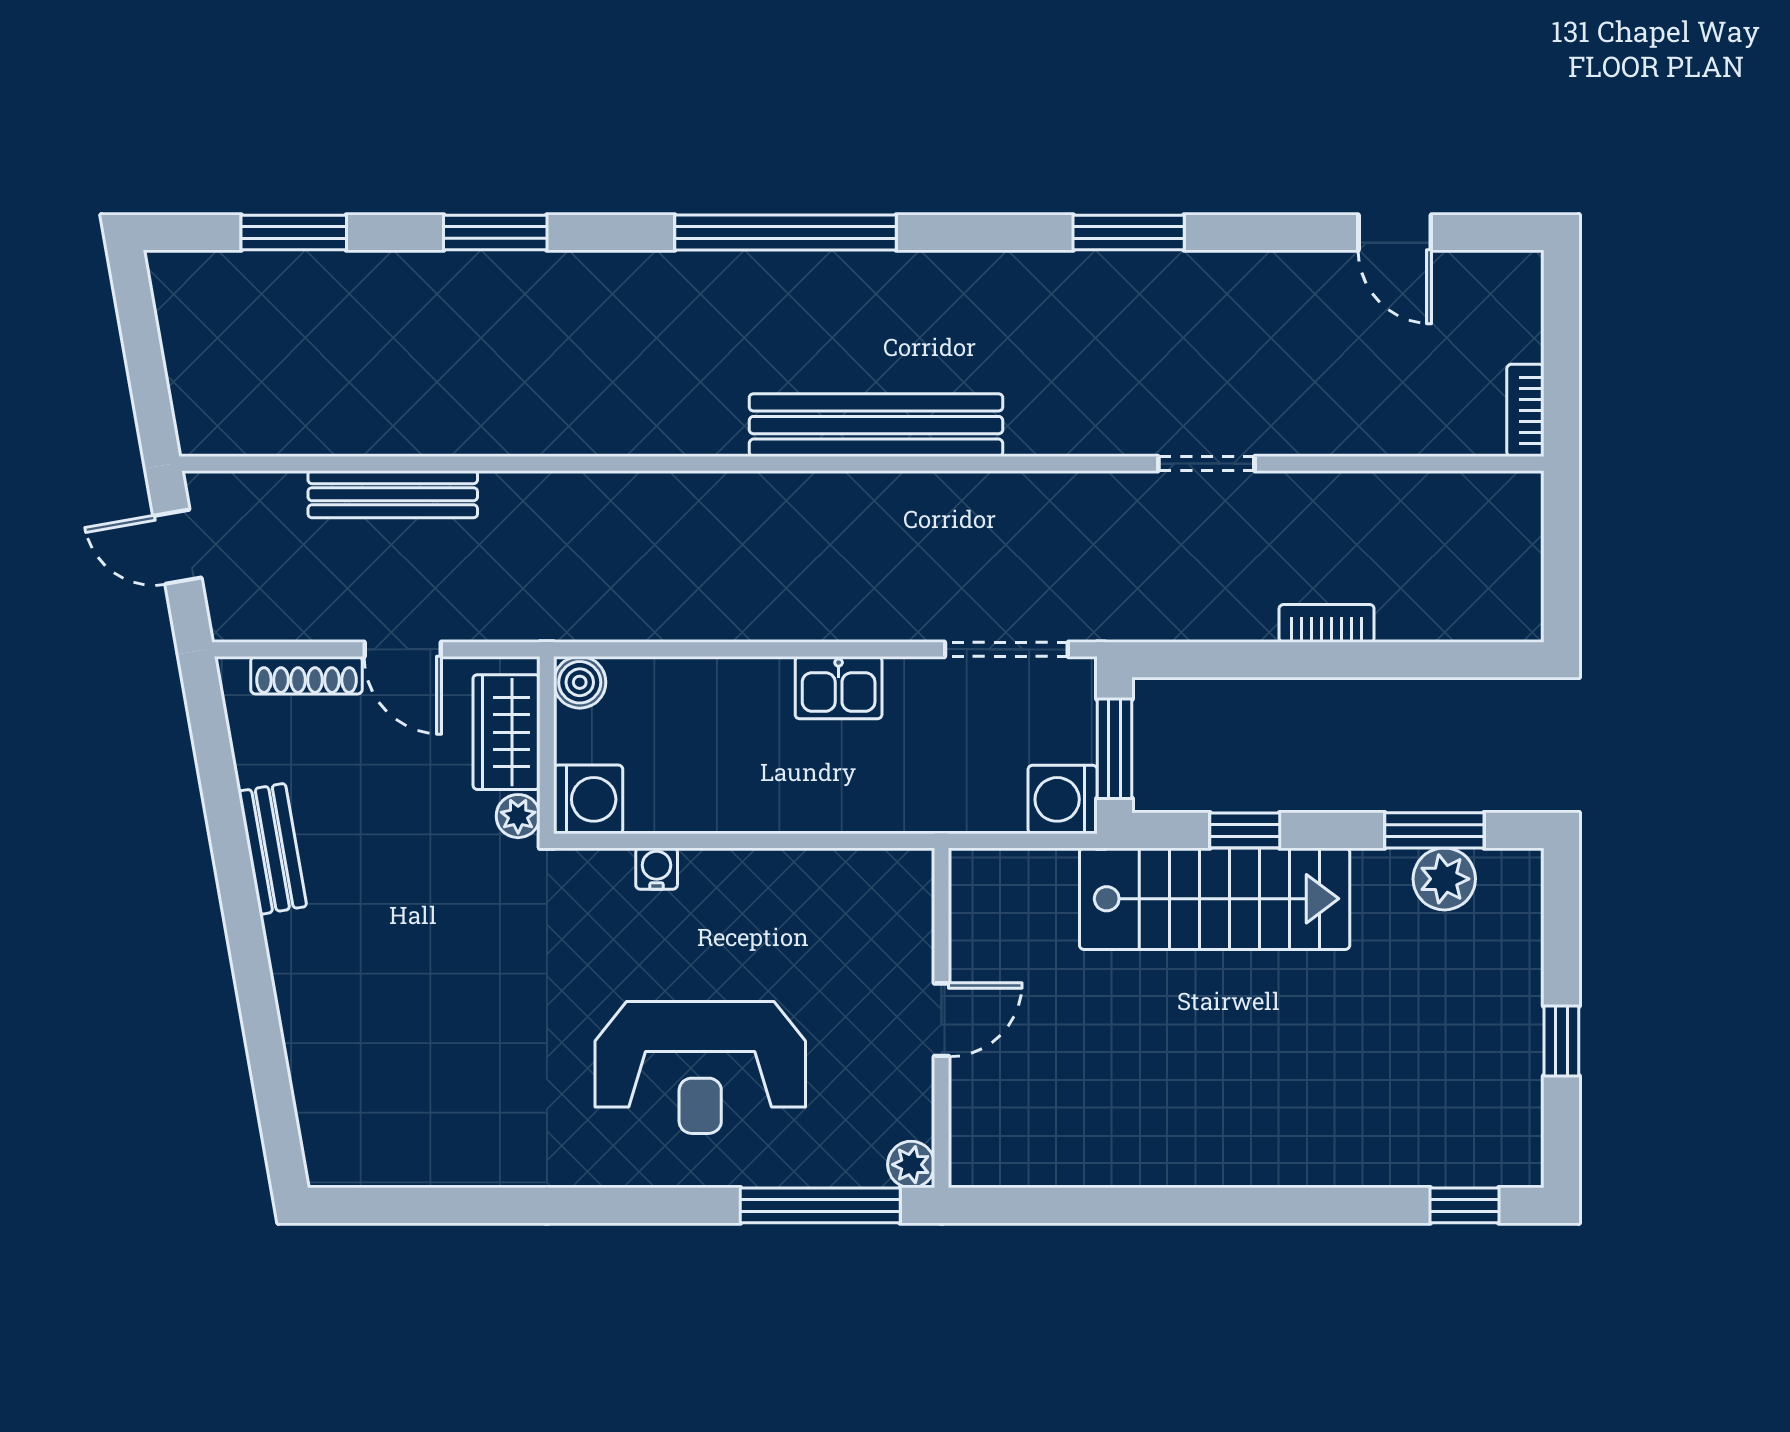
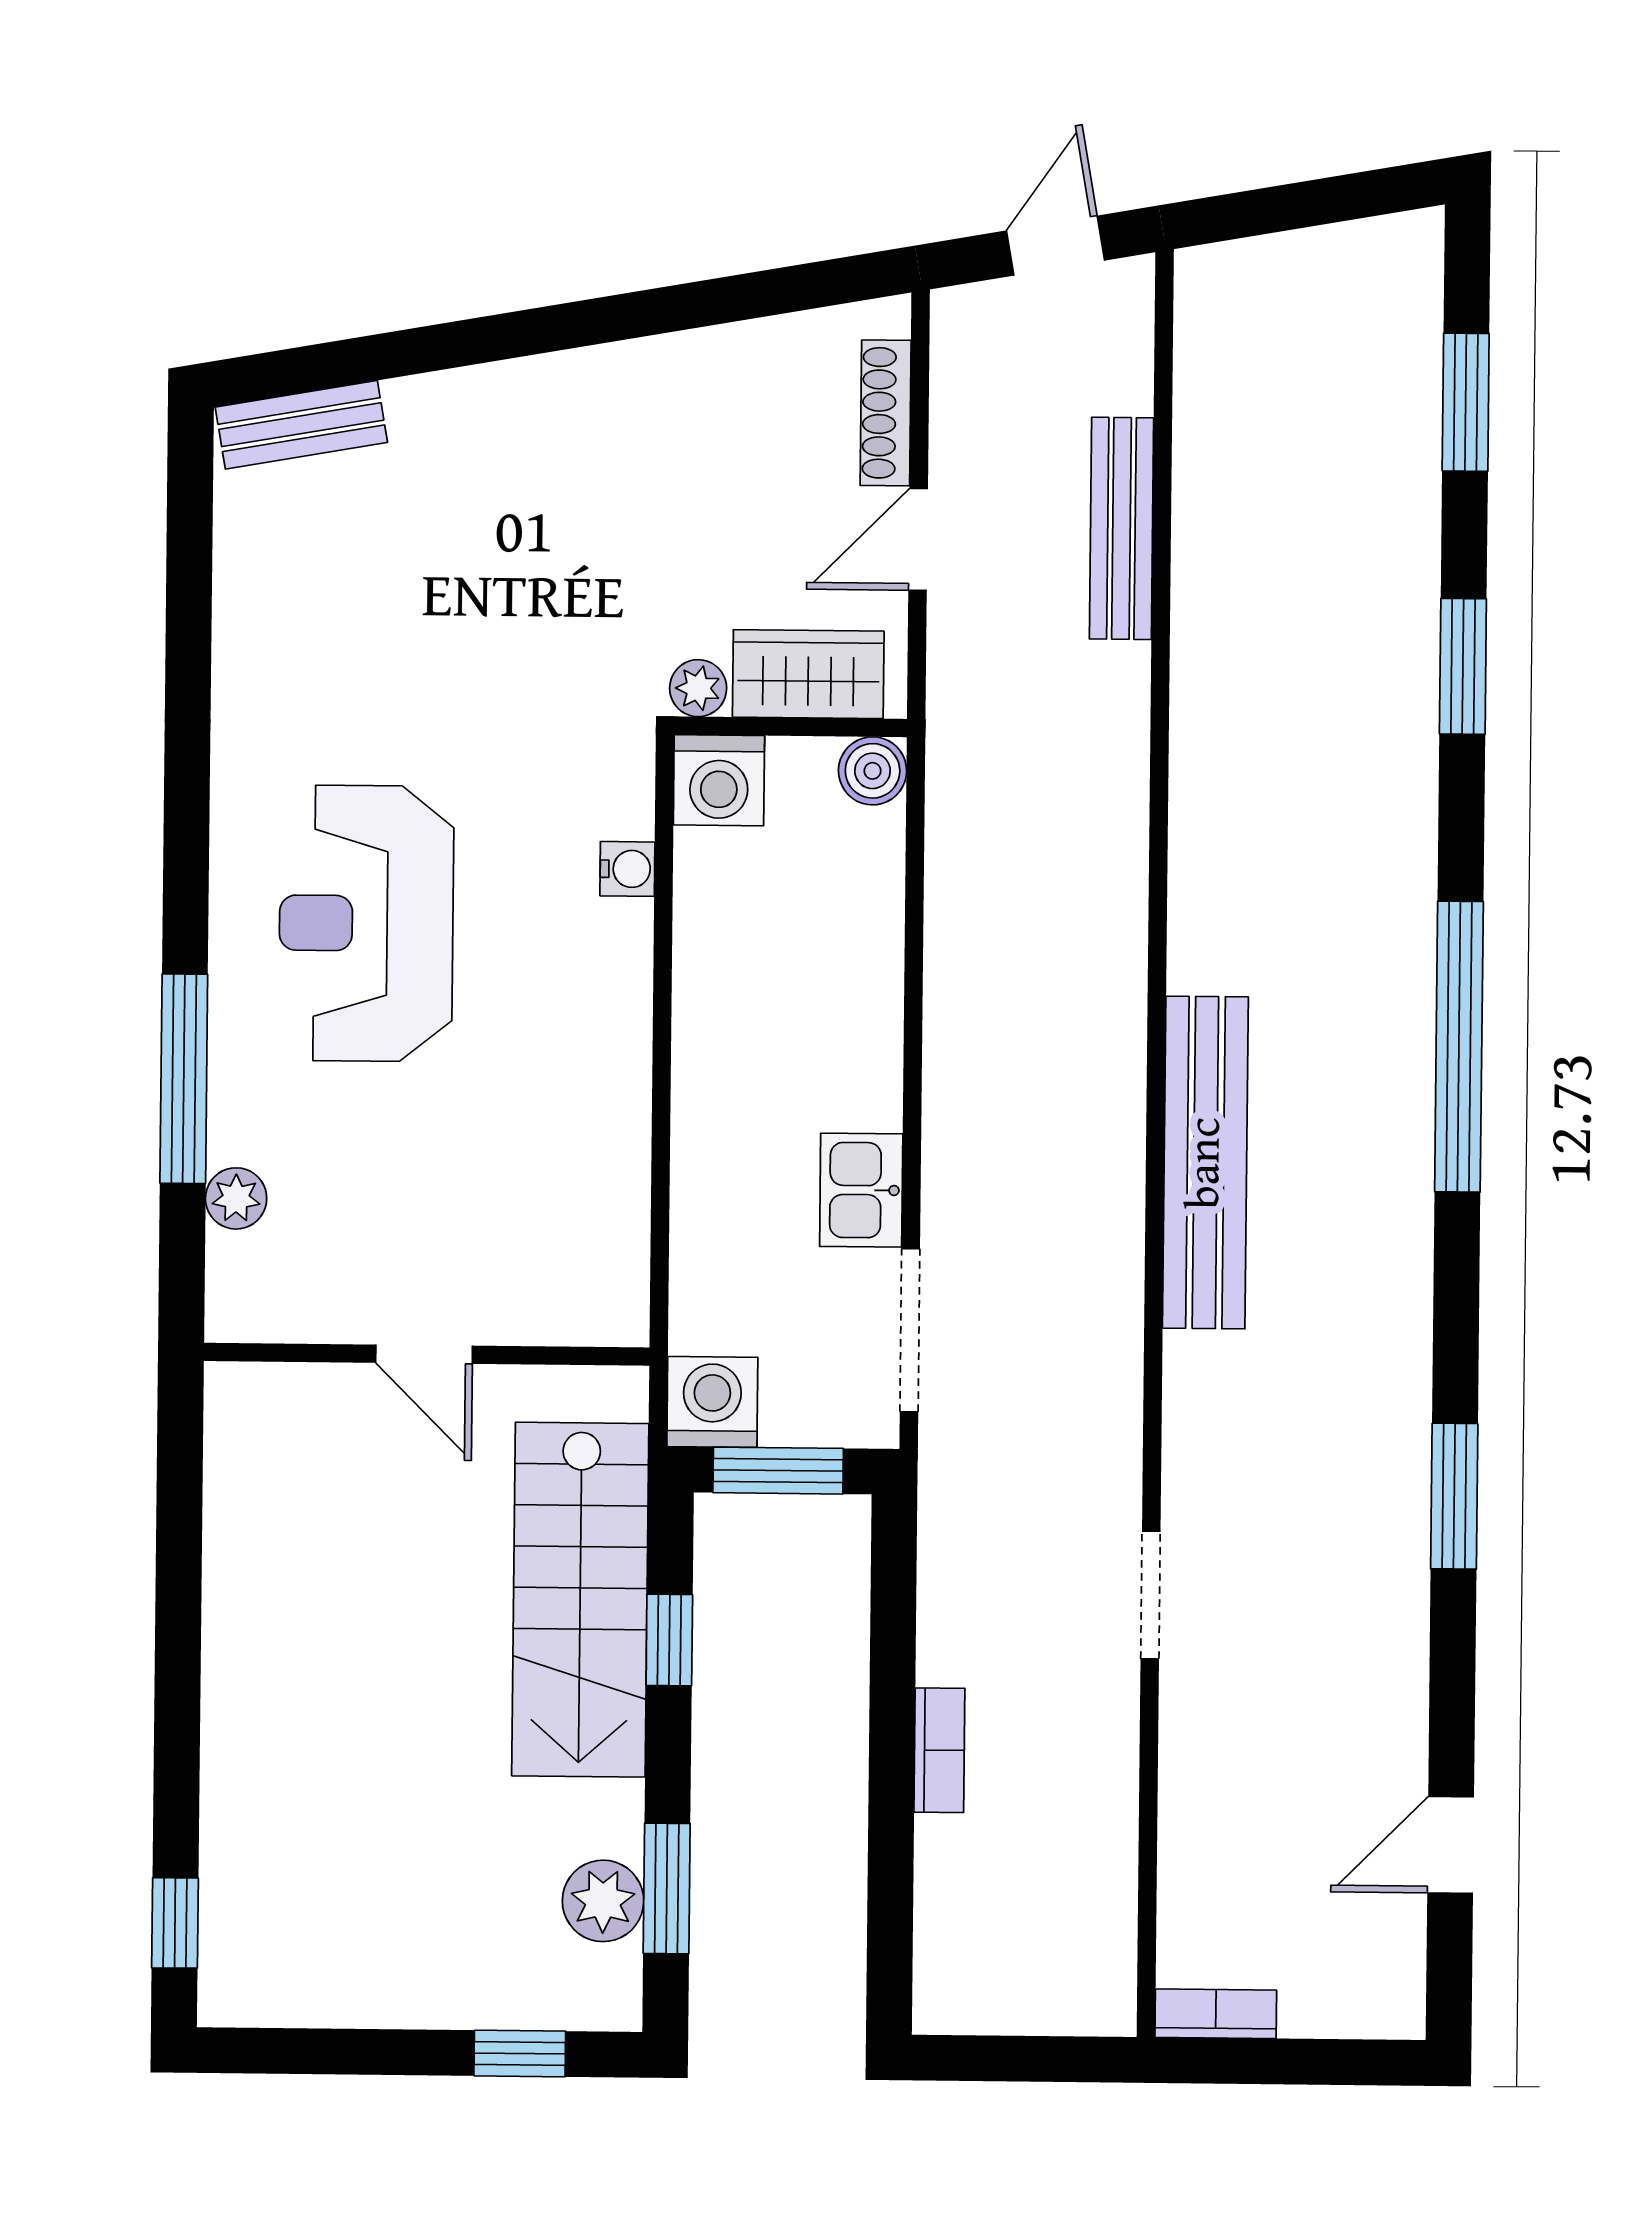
kitchen sink: (839, 688) -> (861, 1190), moved
bench: (272, 849) -> (301, 425), moved
wall: (941, 1018) -> (427, 1354), moved
door: (941, 1020) -> (424, 1354), moved
window: (1561, 1041) -> (520, 2053), moved

